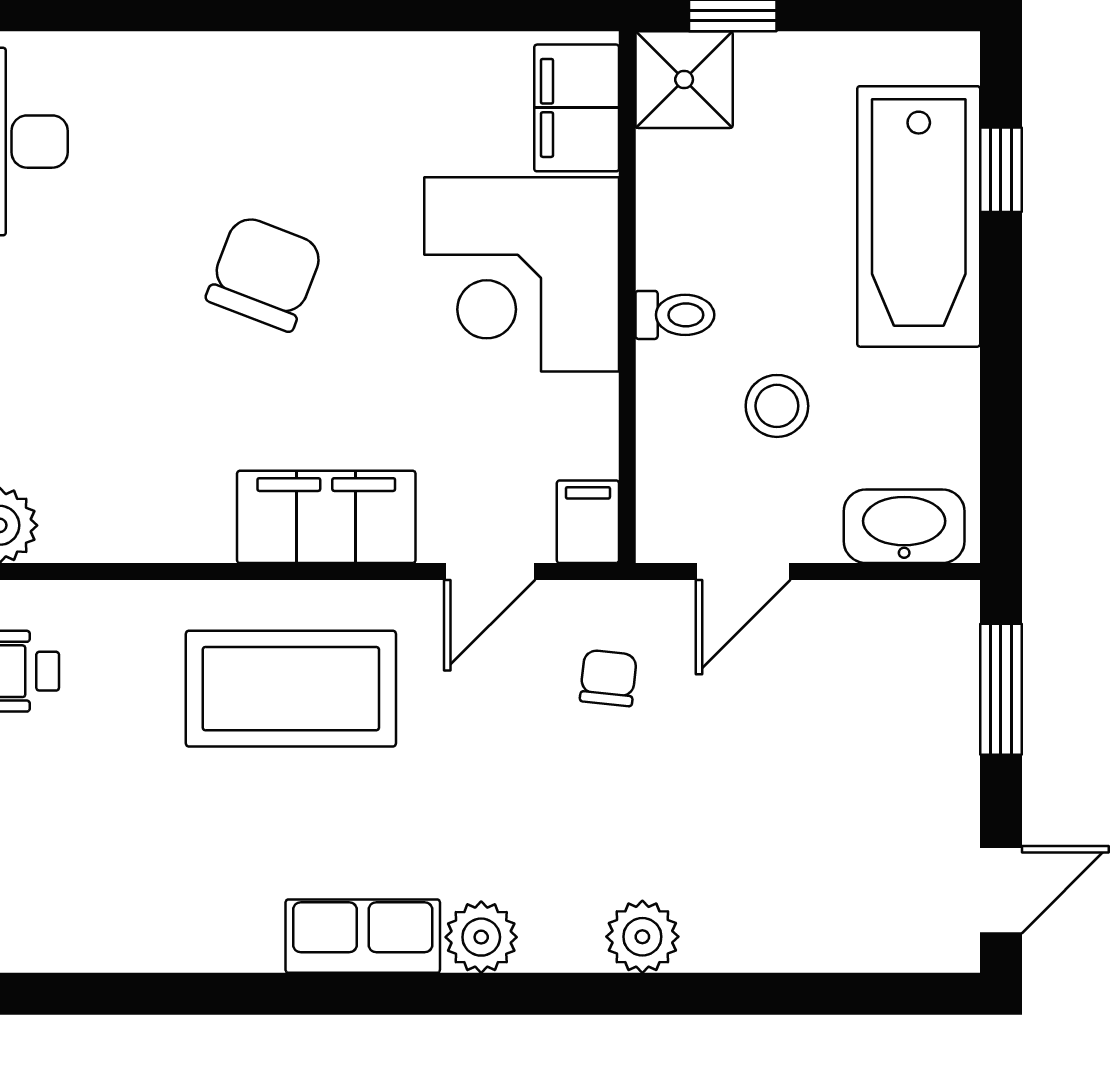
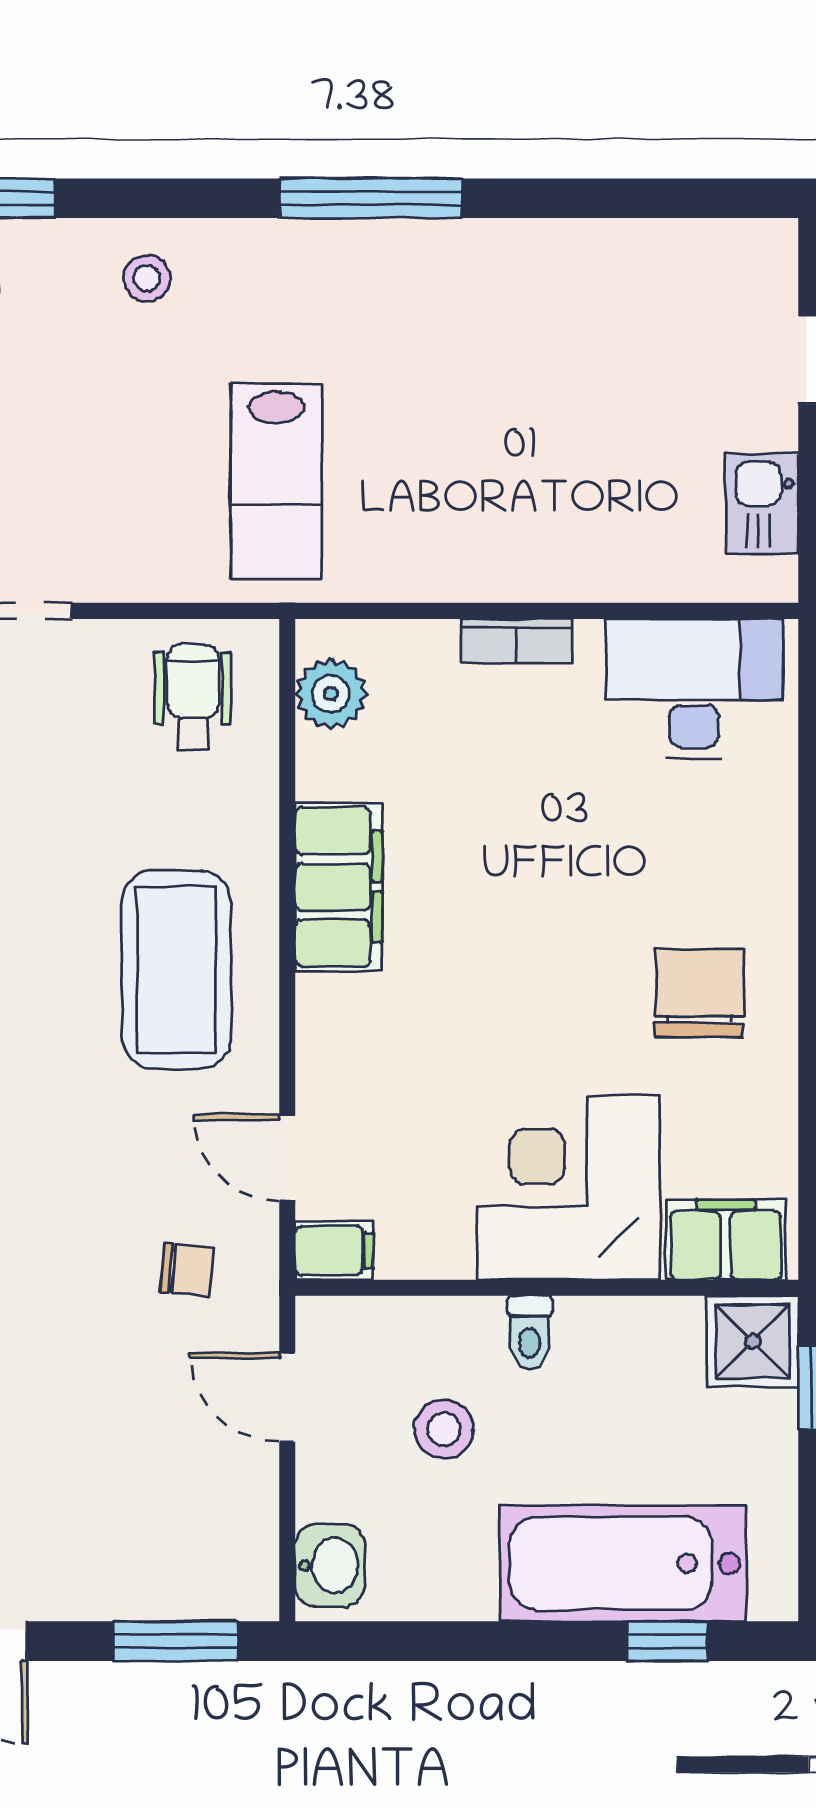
chair: (265, 273) -> (699, 993), moved, turned -111
filing cabinet: (326, 517) -> (339, 887), moved
washbasin: (904, 526) -> (330, 1565), width x0.72

